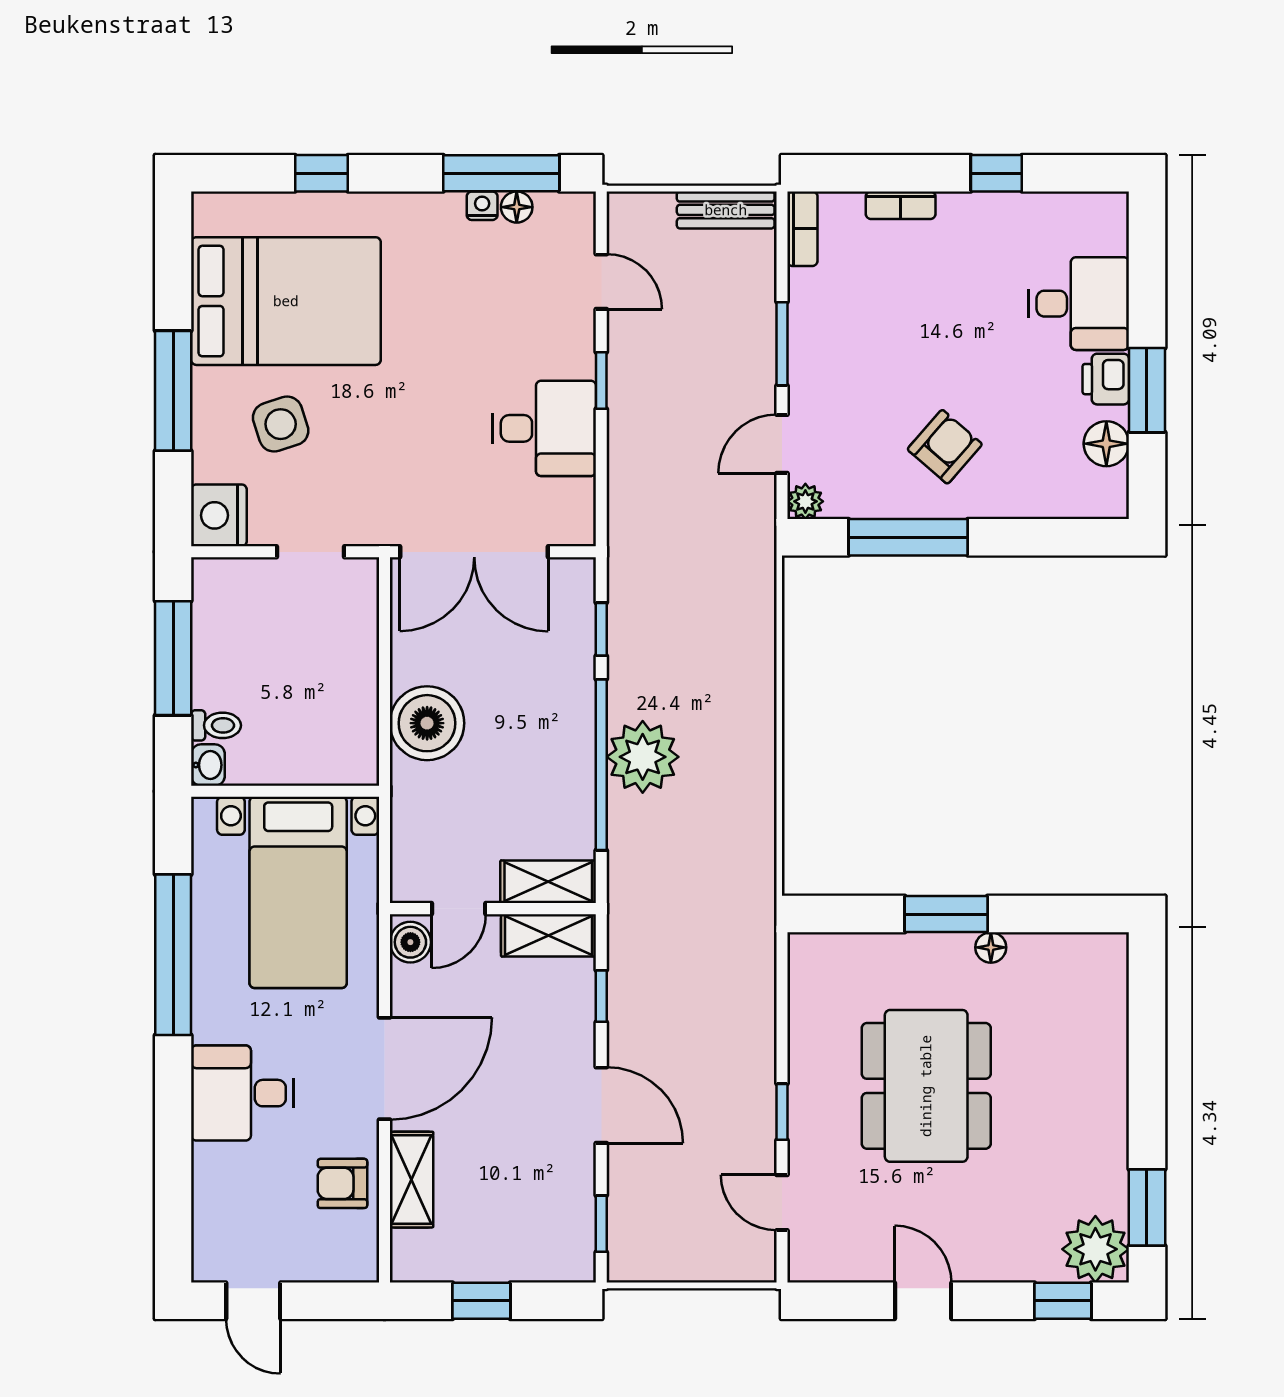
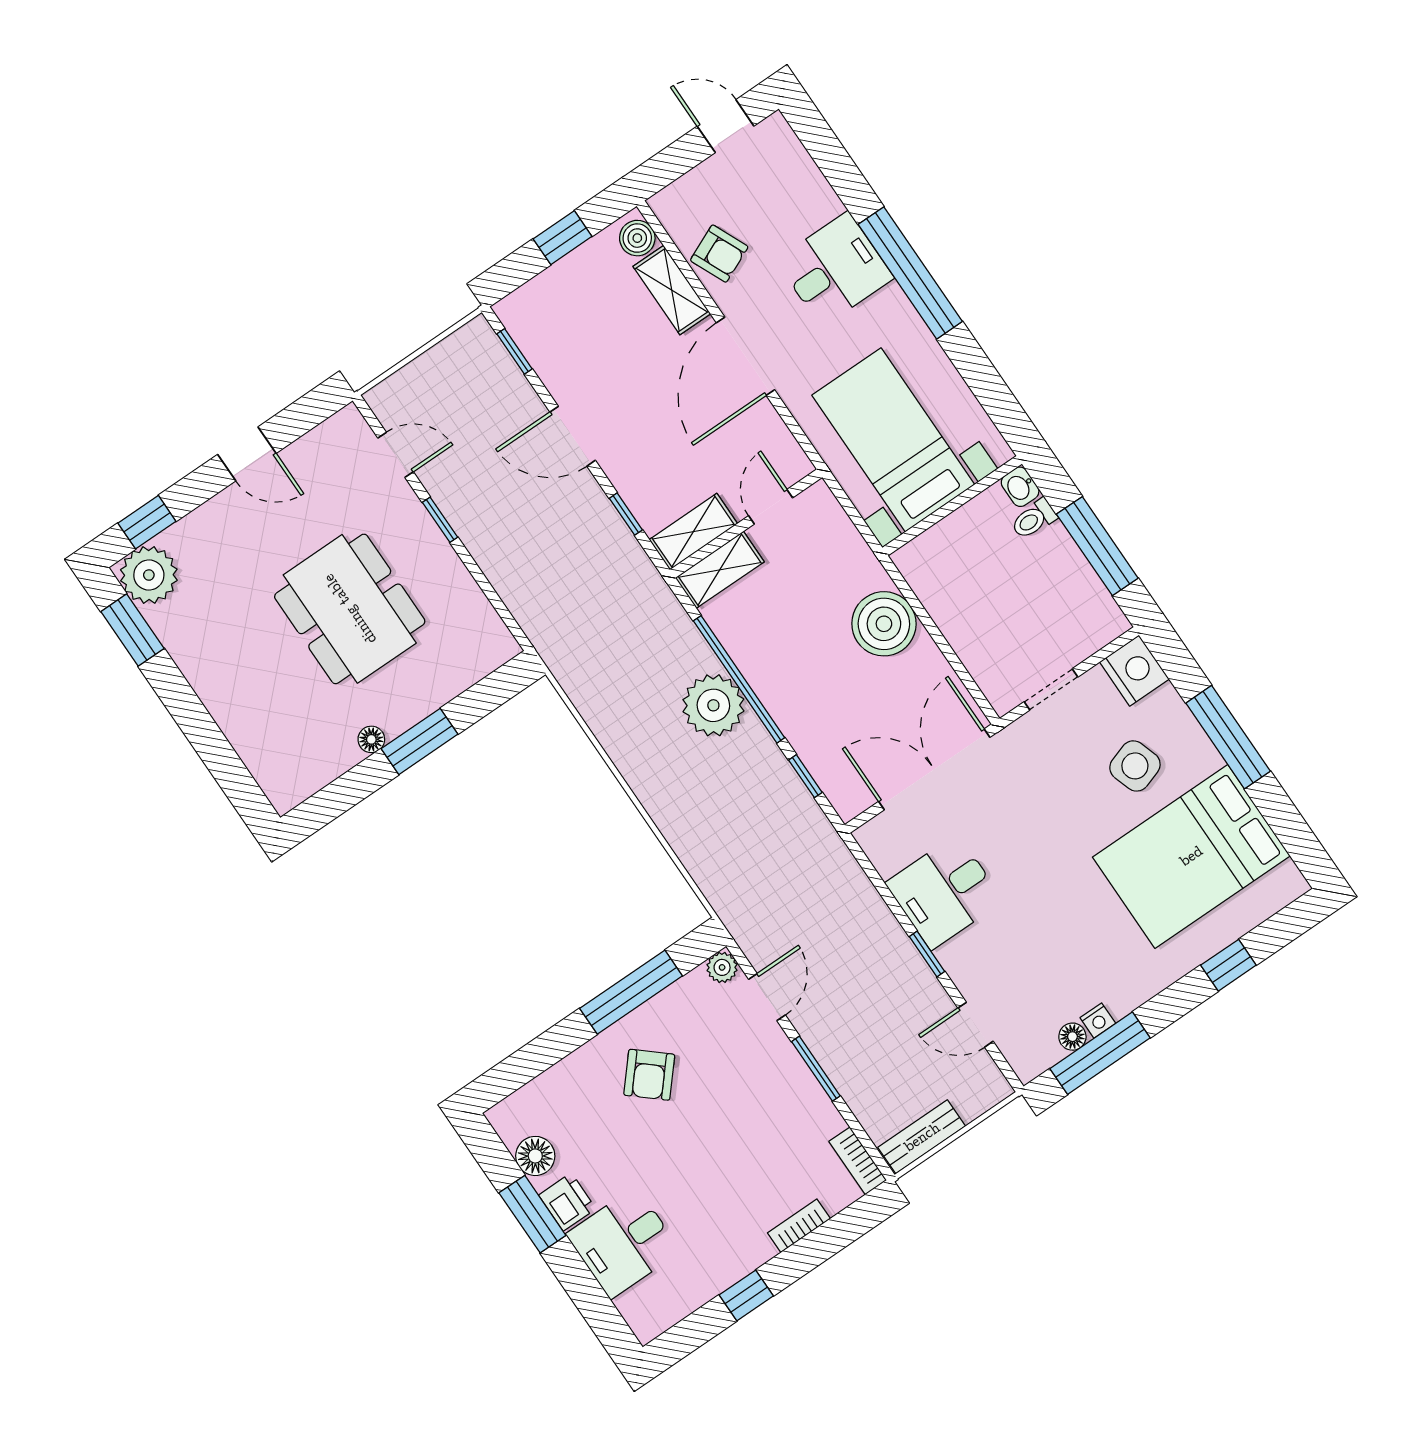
boiler: (410, 942) -> (637, 238), moved
window: (173, 955) -> (910, 273), moved
armchair: (342, 1183) -> (719, 254), turned 66

